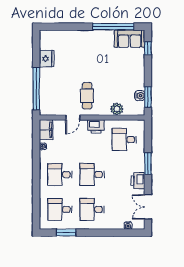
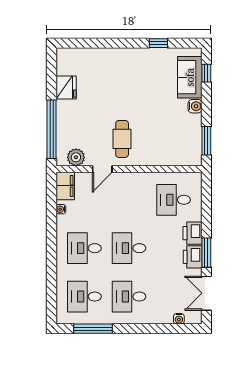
window: (113, 27) -> (158, 43), width x0.32
sofa: (130, 39) -> (190, 77), moved, turned 90
water cooler: (140, 96) -> (195, 106), moved
plant: (117, 109) -> (76, 157), moved
printer: (96, 126) -> (193, 233), moved, turned 90
window: (148, 164) -> (206, 253), moved
window: (66, 233) -> (93, 329), width x1.44

